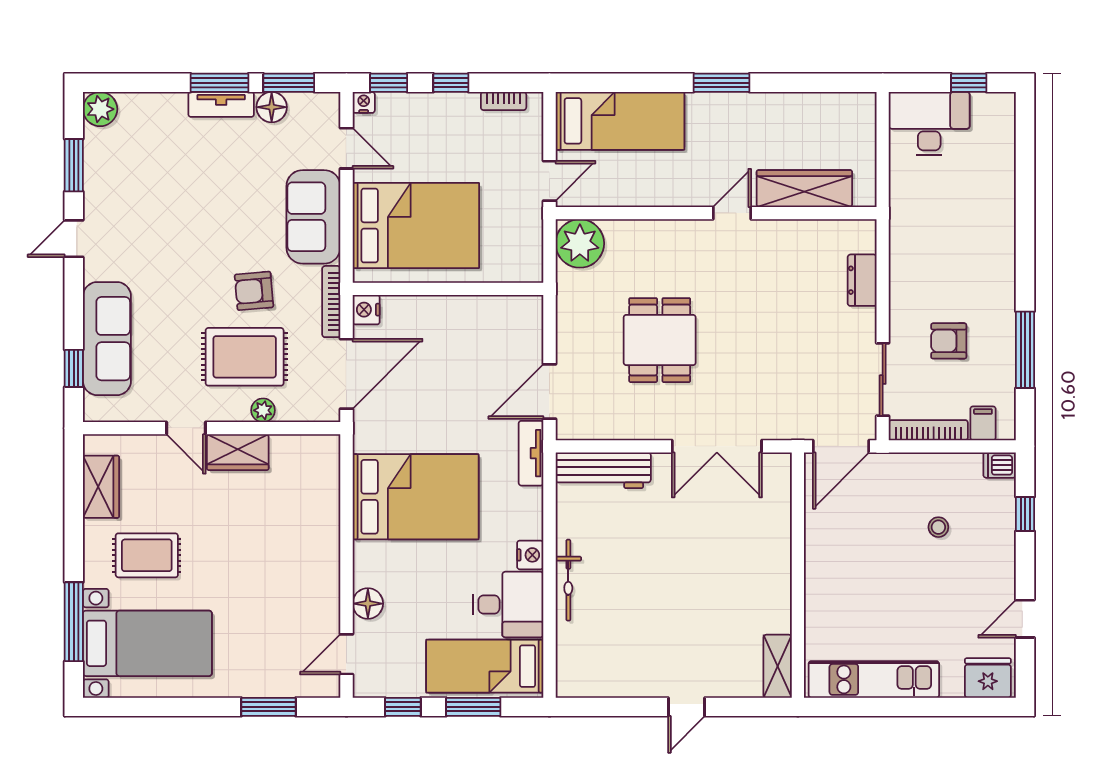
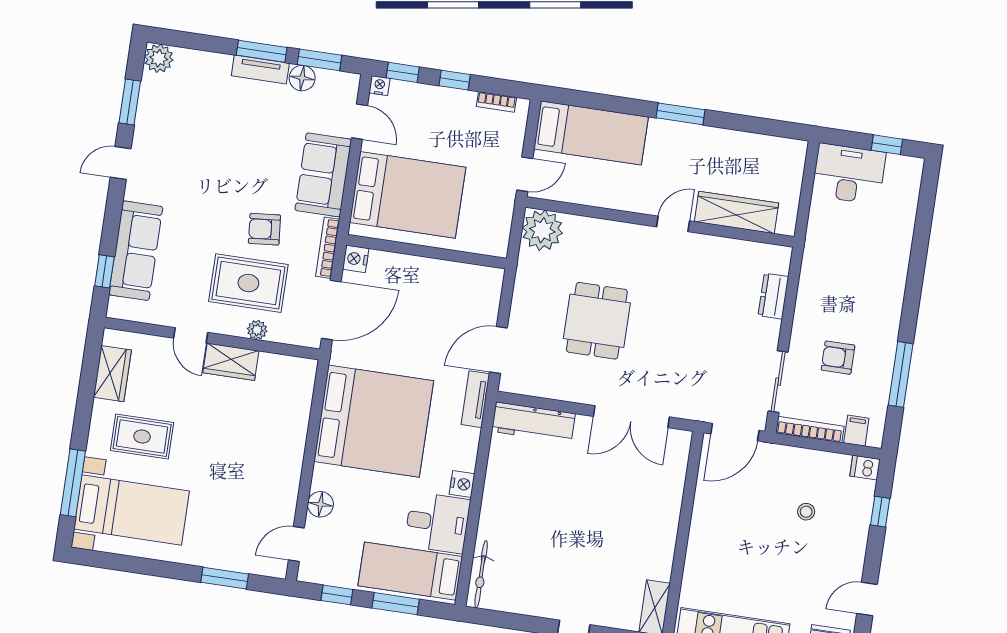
bed: (416, 497) -> (374, 421), width x1.36
bicycle: (568, 580) -> (481, 574), moved

